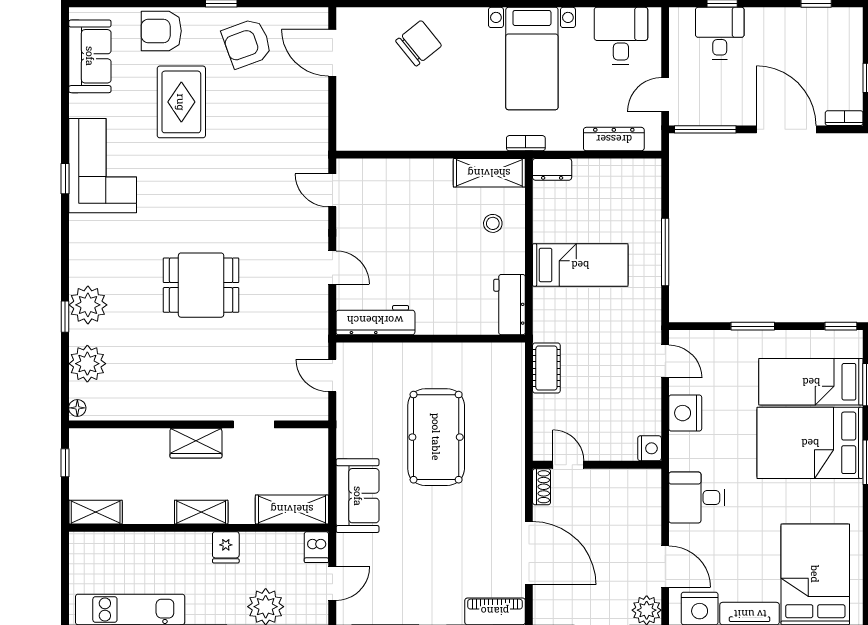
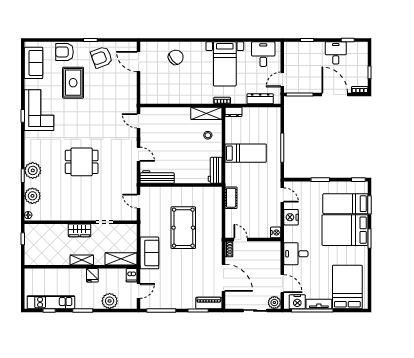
desk: (720, 33) -> (336, 53), moved
shelving: (96, 512) -> (36, 260), removed

